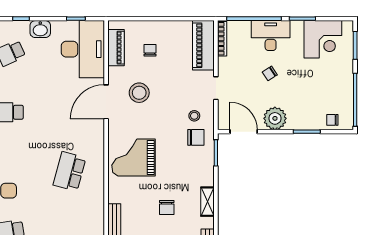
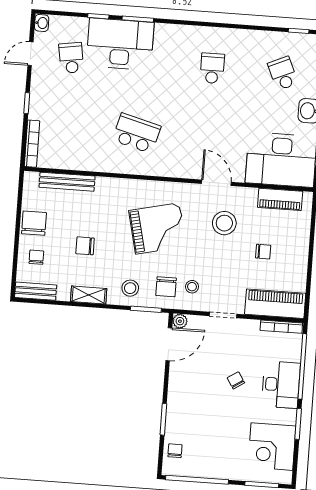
chair: (150, 50) -> (263, 252), moved
door: (106, 102) -> (216, 183), width x0.73
plant: (275, 118) -> (180, 321), moved, width x0.53, depth x0.53
grand piano: (133, 158) -> (158, 228), moved, turned 77
stool: (199, 167) -> (130, 288), added

